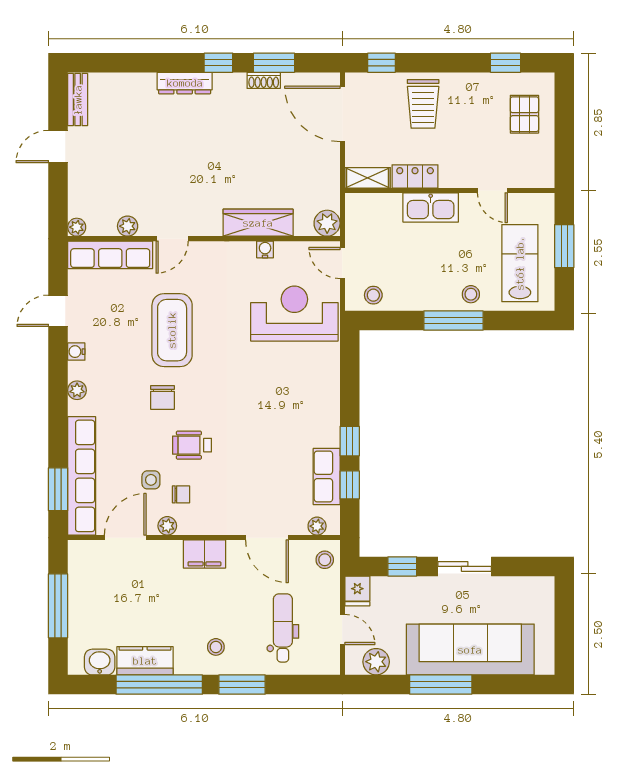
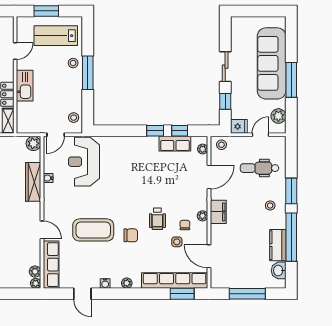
plant: (128, 226) -> (35, 272), moved
plant: (167, 526) -> (202, 216), moved

